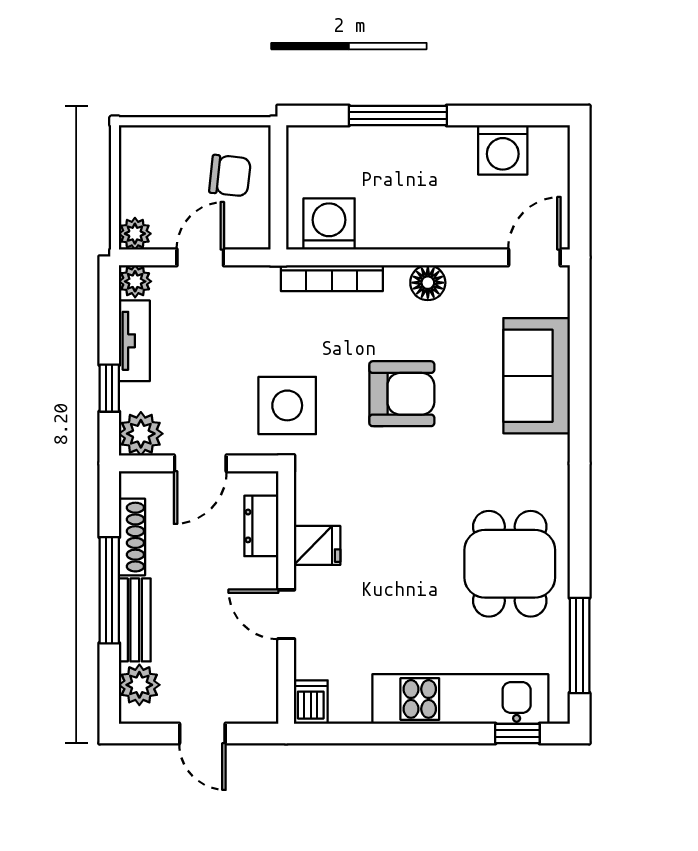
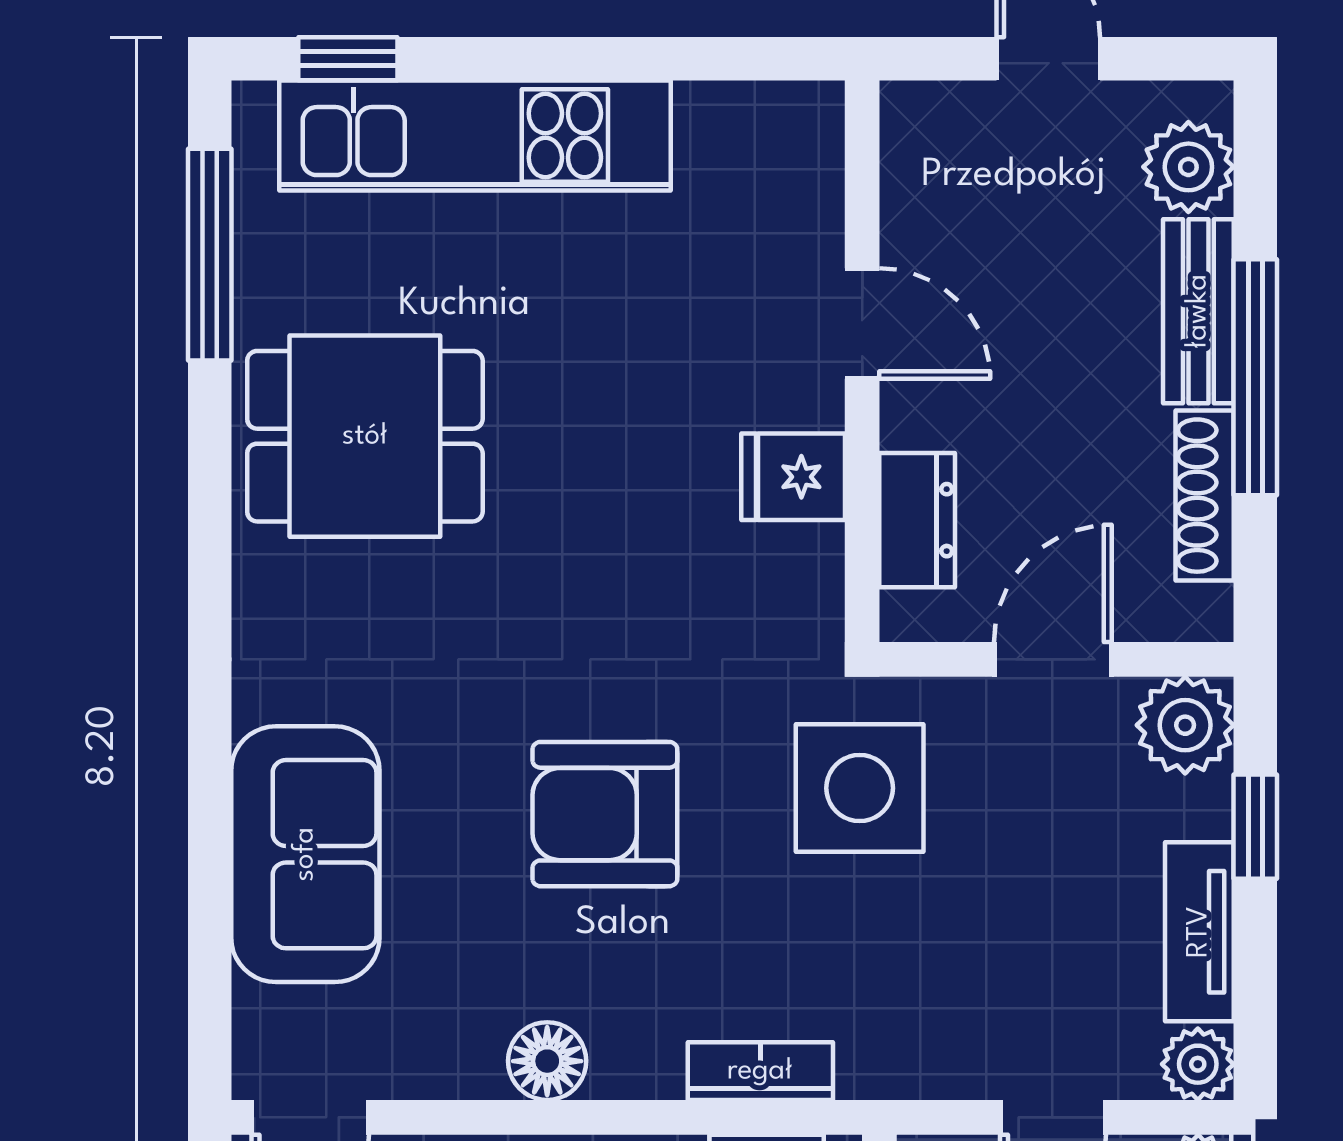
bookcase: (332, 278) -> (760, 1071), width x0.64
dining table: (510, 564) -> (365, 436), turned 90
dishwasher: (311, 702) -> (807, 129), removed

